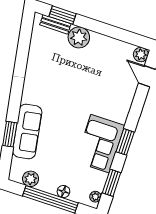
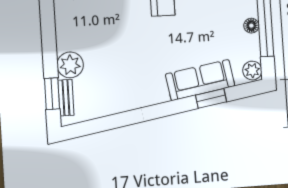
plant: (31, 179) -> (252, 71), moved
floor lamp: (63, 192) -> (251, 26), moved

